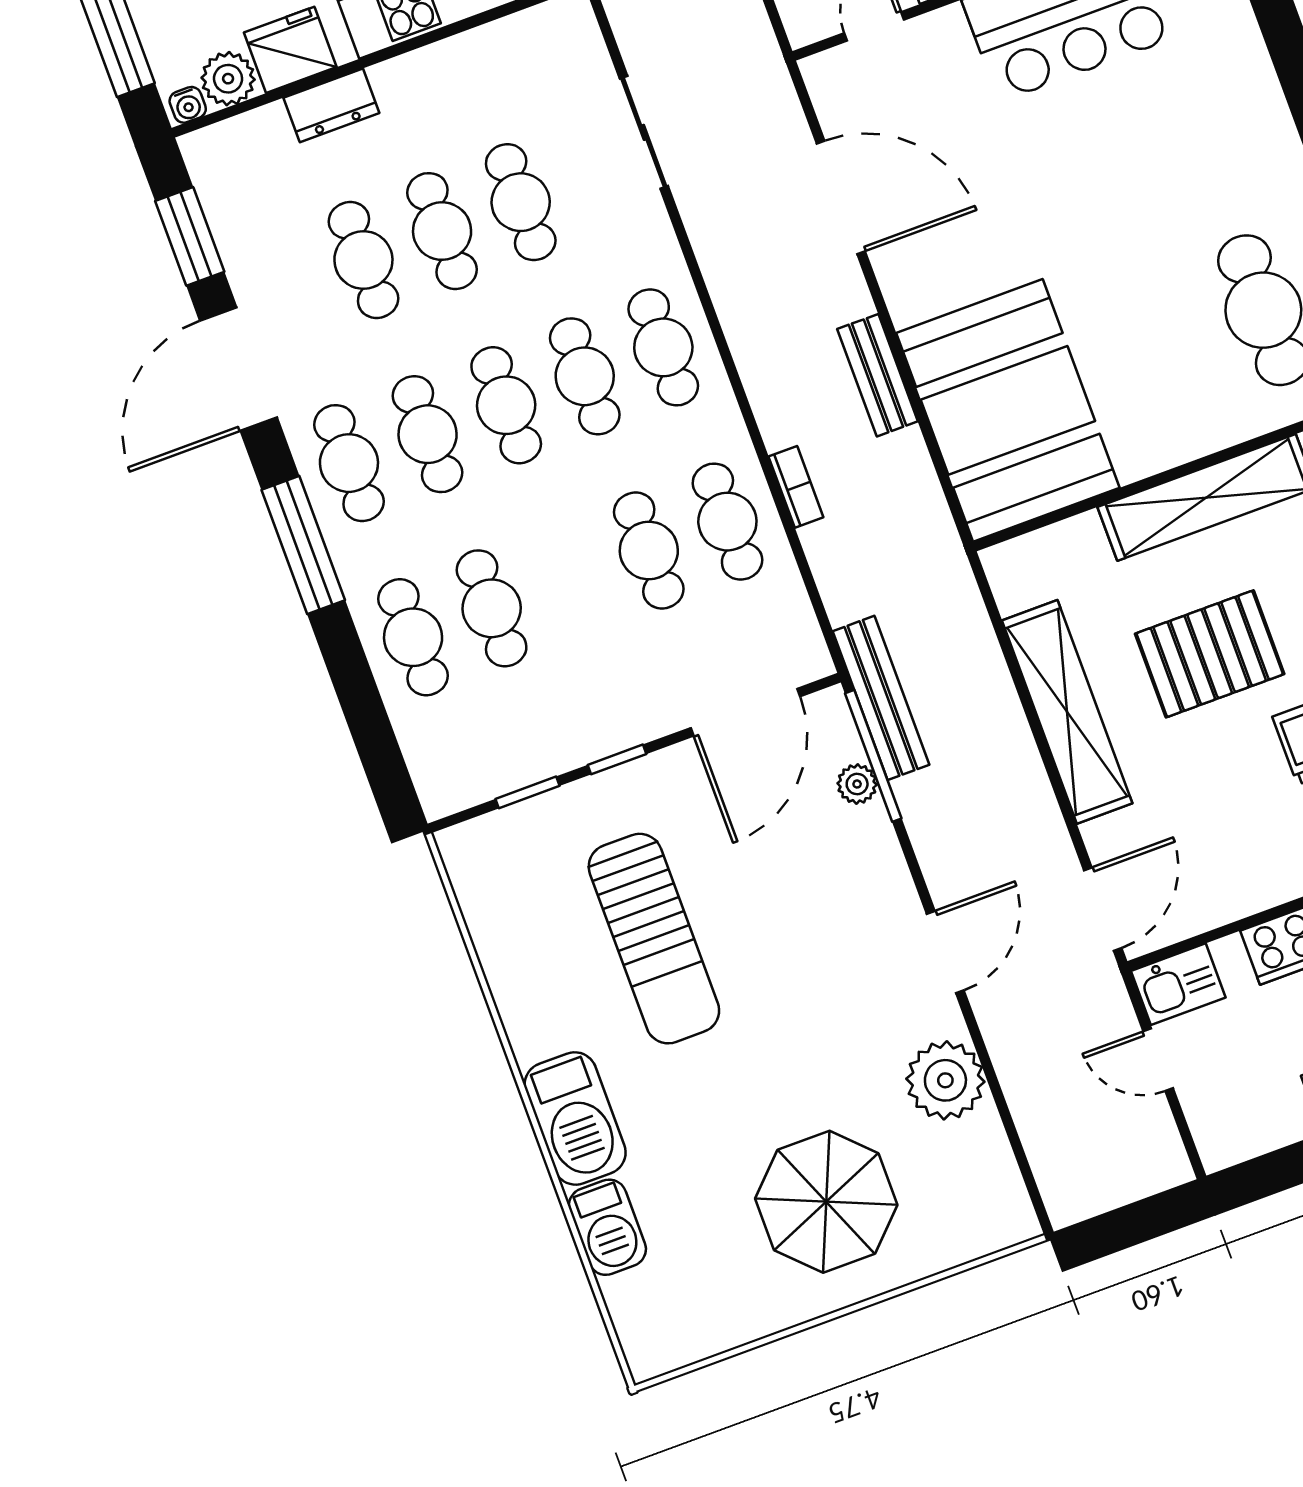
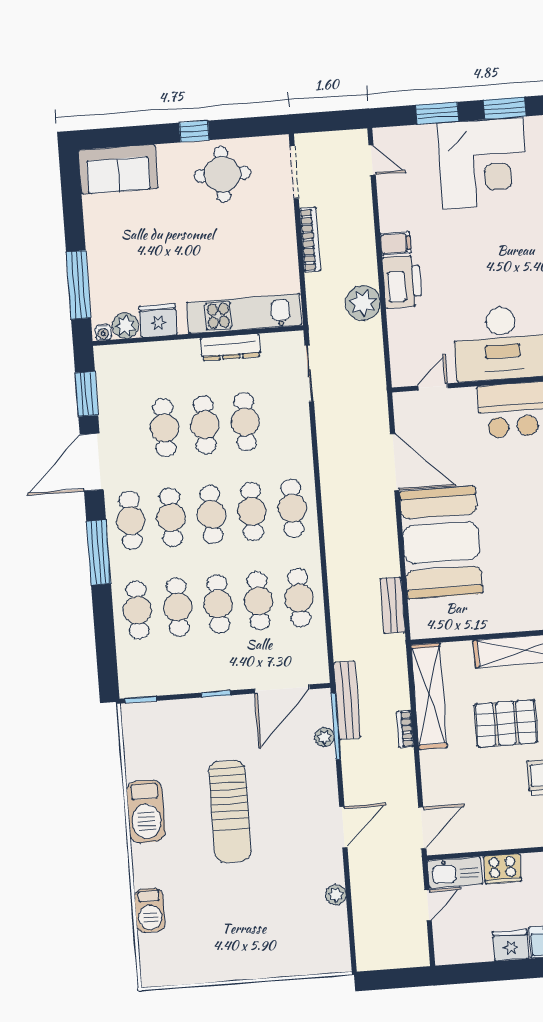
dresser: (331, 105) -> (231, 347), moved, width x1.44
sliding door: (644, 132) -> (309, 373), moved
bench: (878, 375) -> (392, 605), moved
booth: (1008, 410) -> (441, 542), moved
bookcase: (796, 487) -> (405, 729), moved, turned 180
cafe table: (570, 579) -> (218, 604), added
shelving: (1067, 712) -> (429, 696), moved
window: (527, 792) -> (141, 700), moved
sun lounger: (654, 939) -> (230, 812), moved
kitchen sink: (1178, 984) -> (455, 872), width x1.38
door: (1158, 1060) -> (428, 905), swing flipped
plant: (945, 1080) -> (336, 895), width x0.53, depth x0.53
barbecue: (575, 1118) -> (146, 811), moved
parasol: (826, 1202) -> (255, 927), removed

